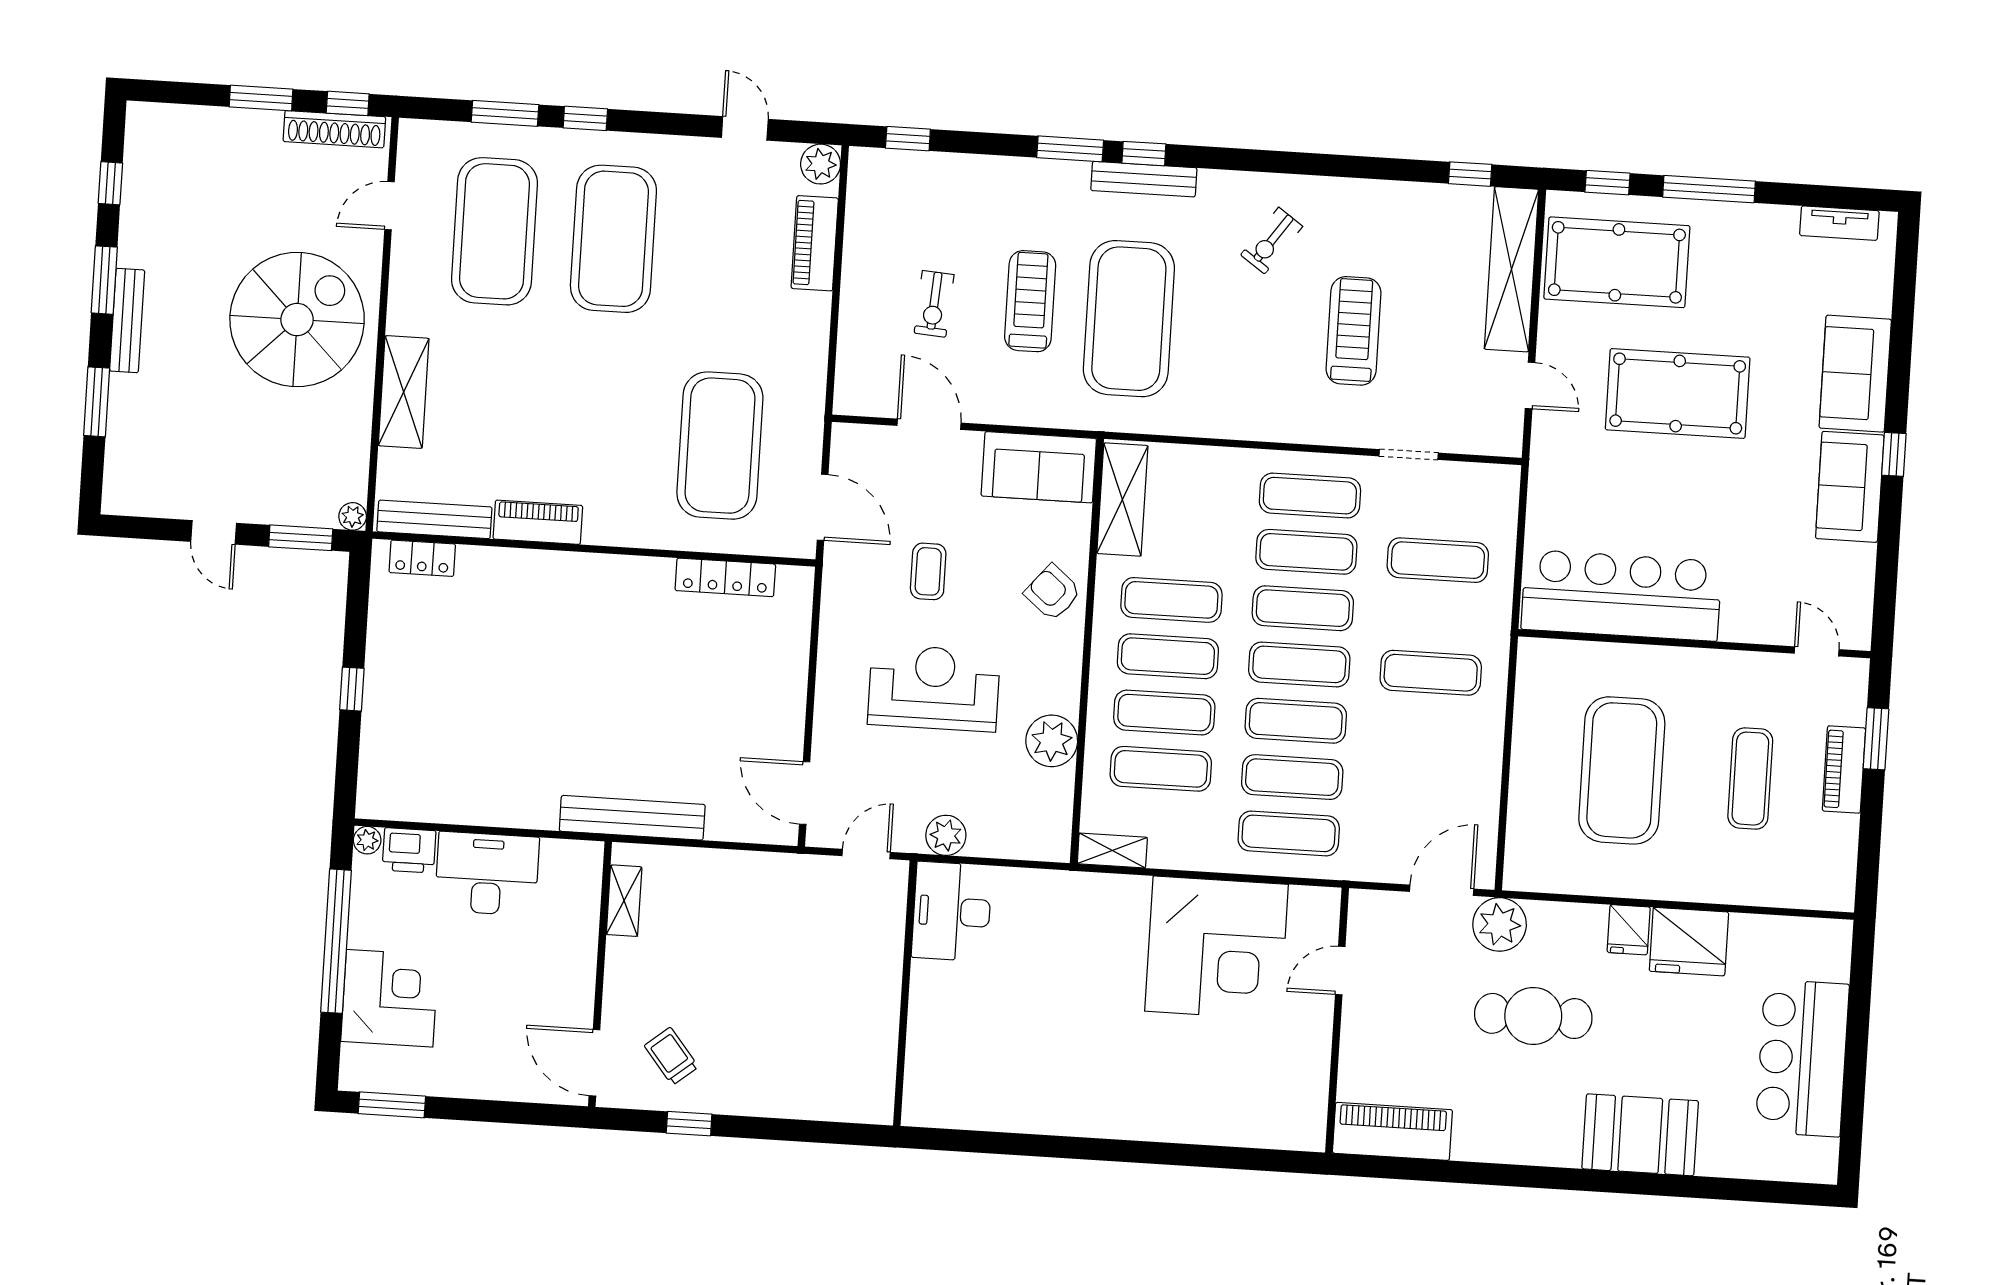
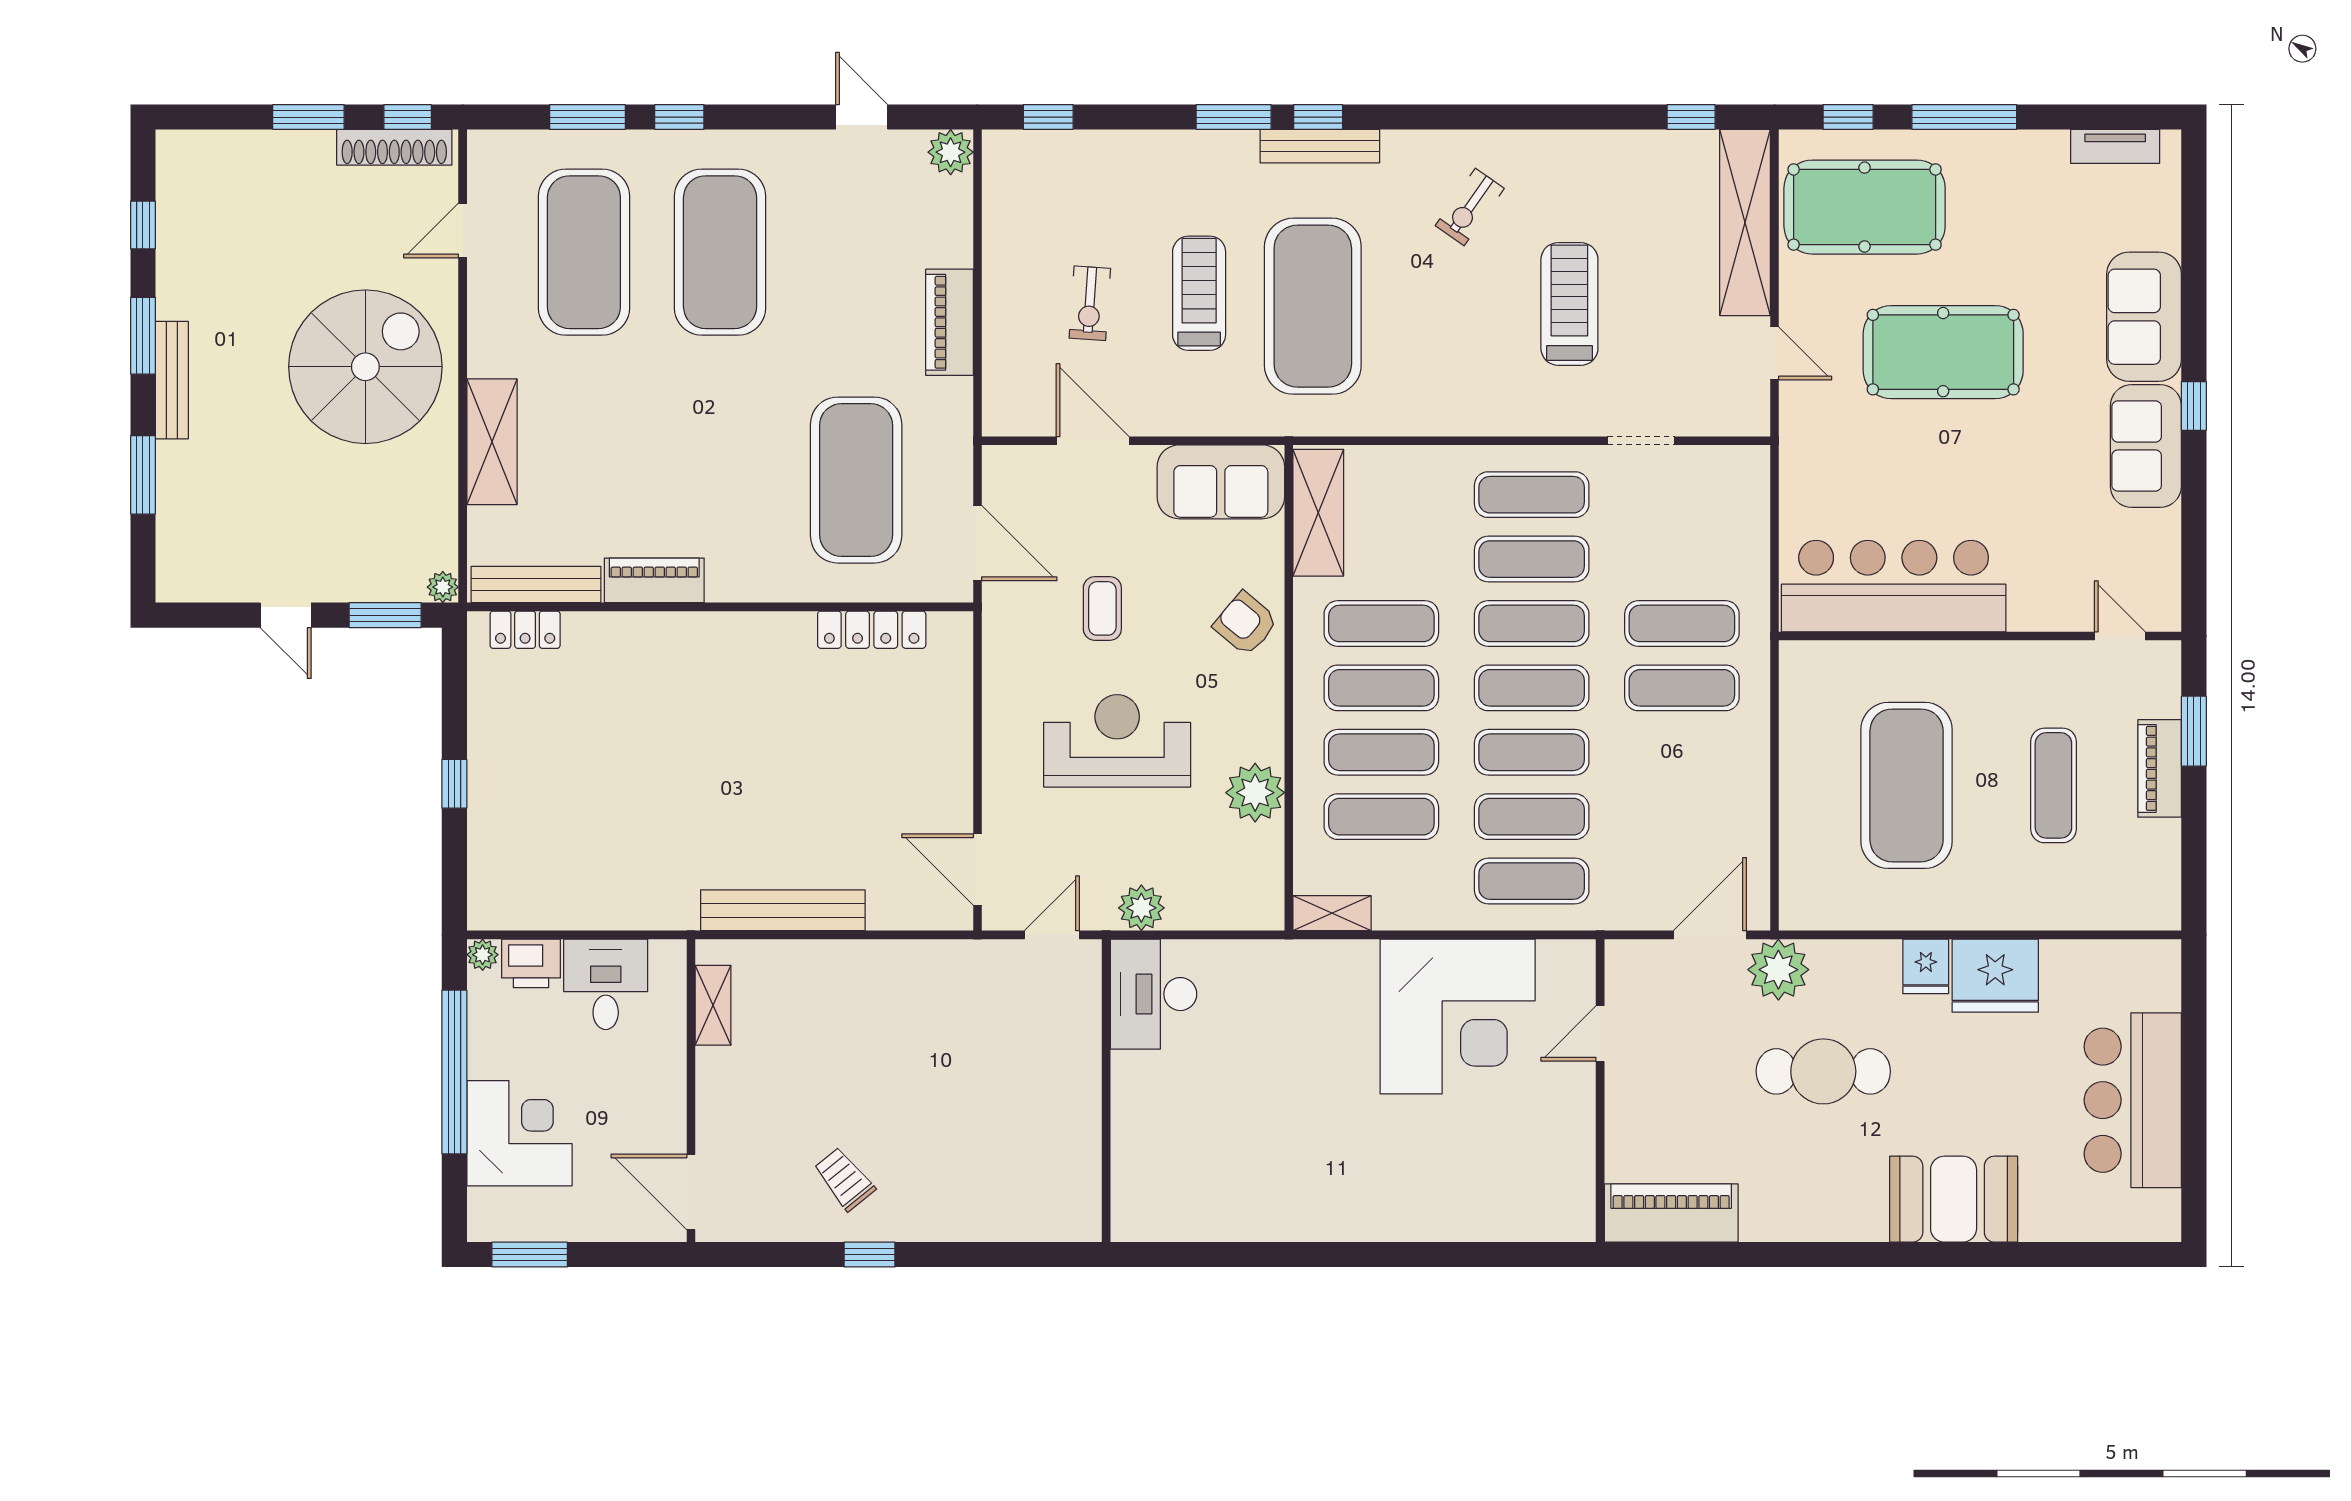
piano: (815, 243) -> (950, 322), moved
exercise mat: (1438, 560) -> (1682, 623), moved
desk: (487, 874) -> (606, 984), width x0.73
shelving: (624, 901) -> (713, 1005), moved
wall: (600, 974) -> (691, 1091), moved
door: (594, 1063) -> (691, 1192), moved

